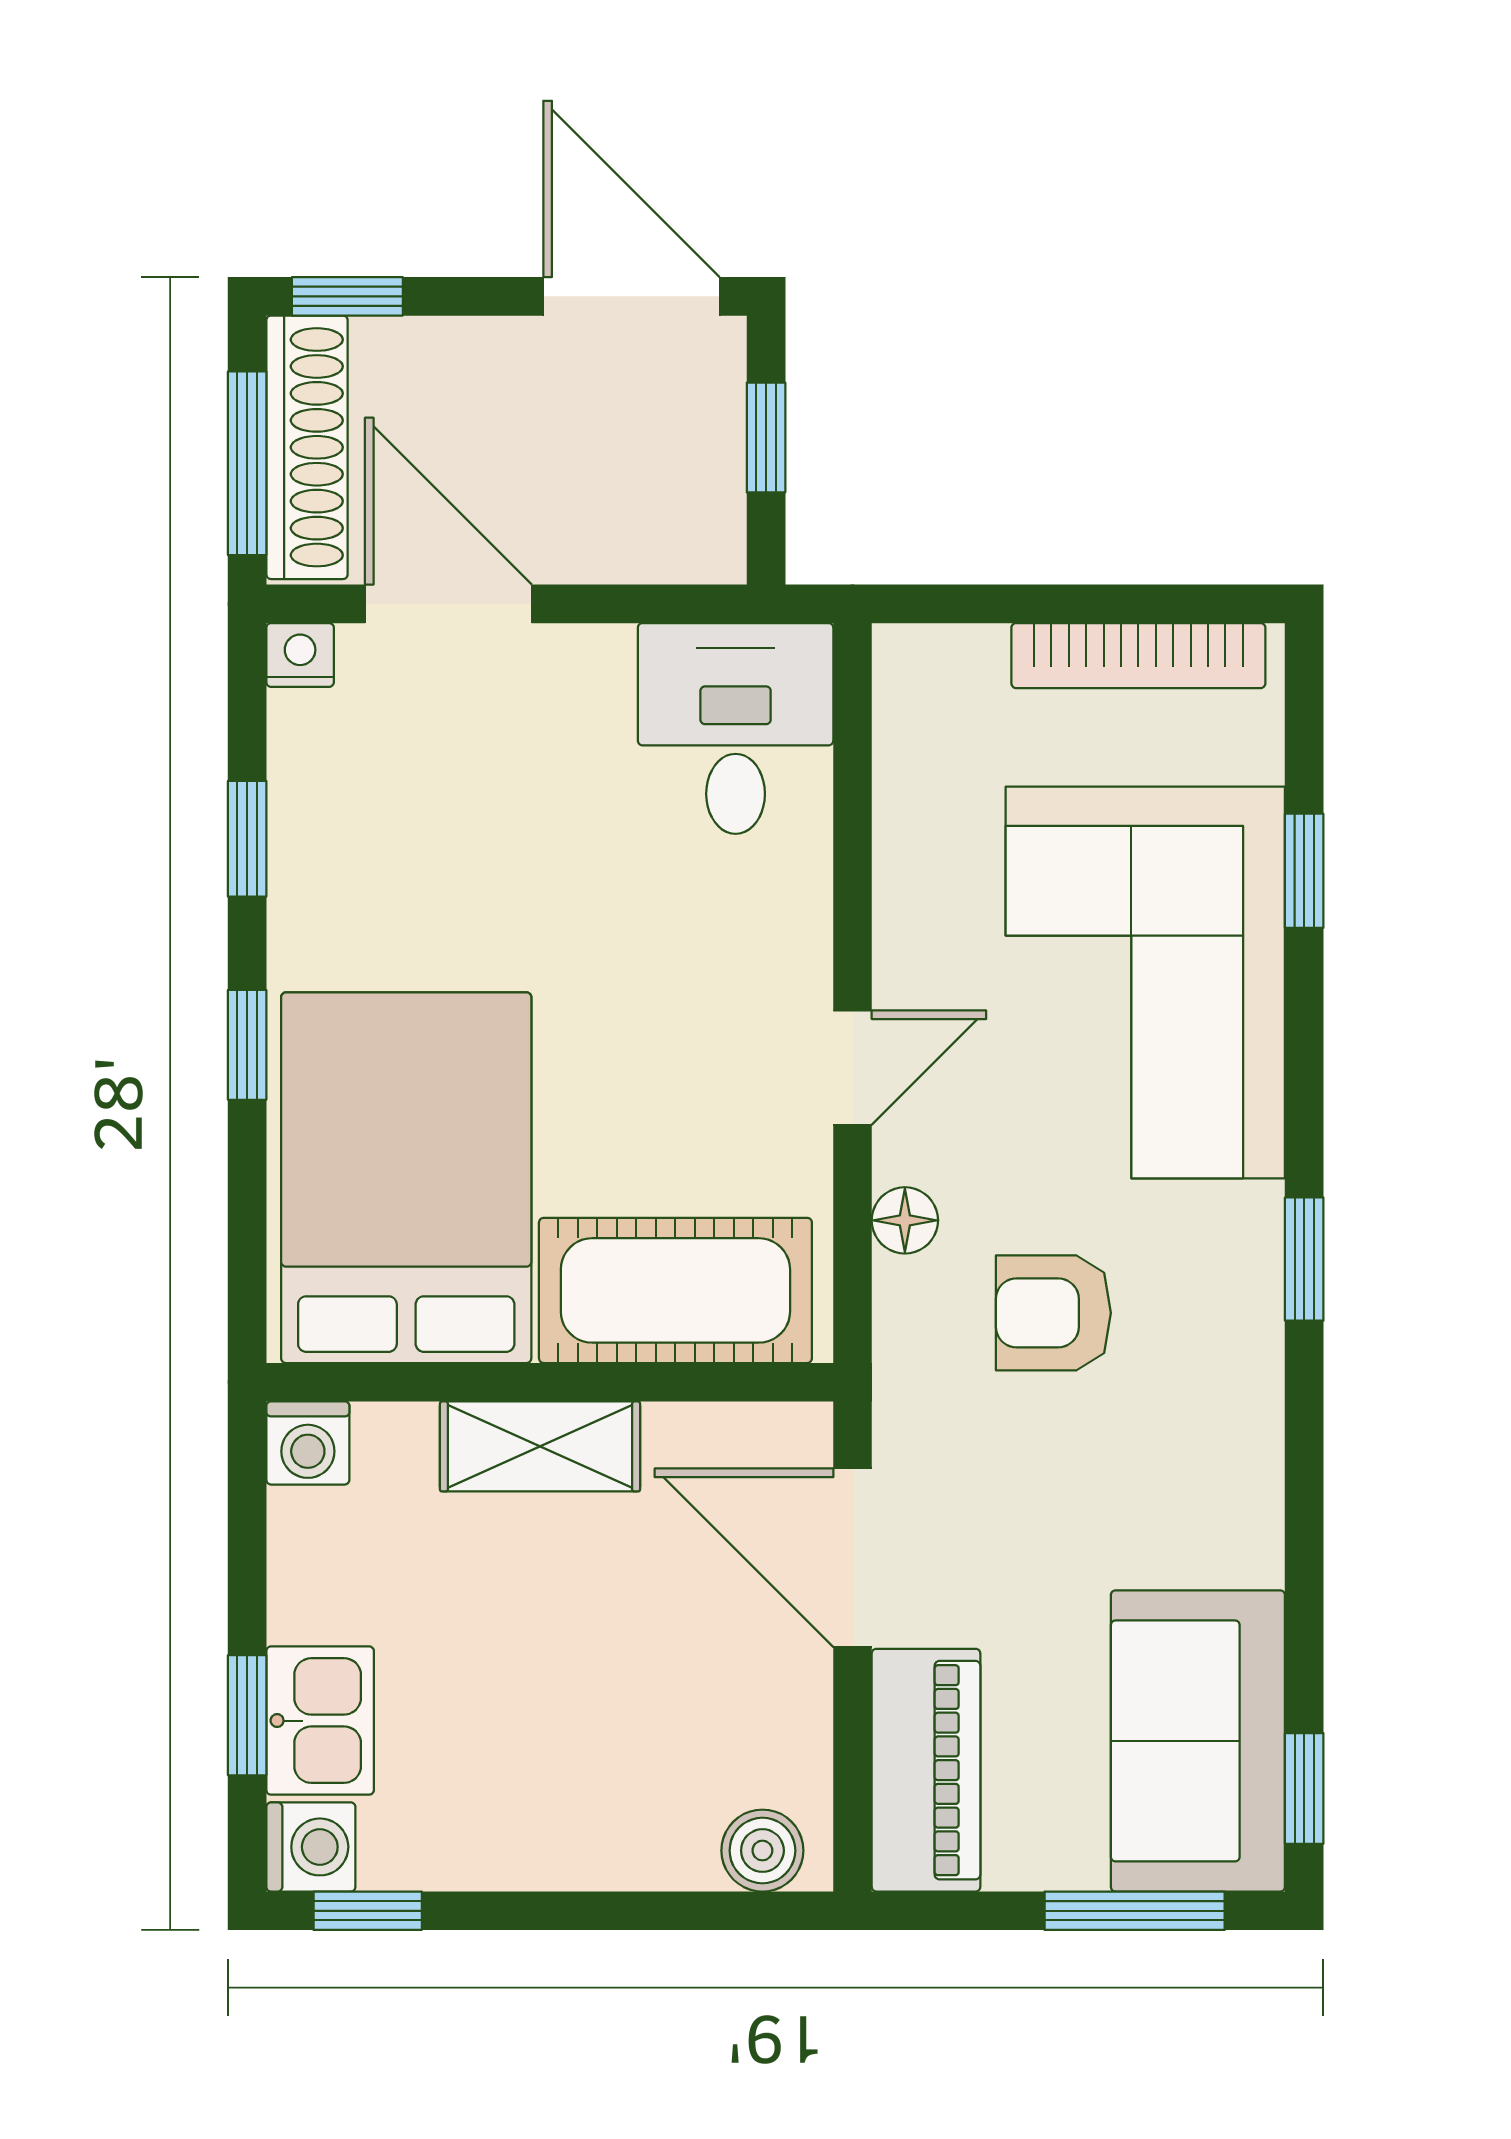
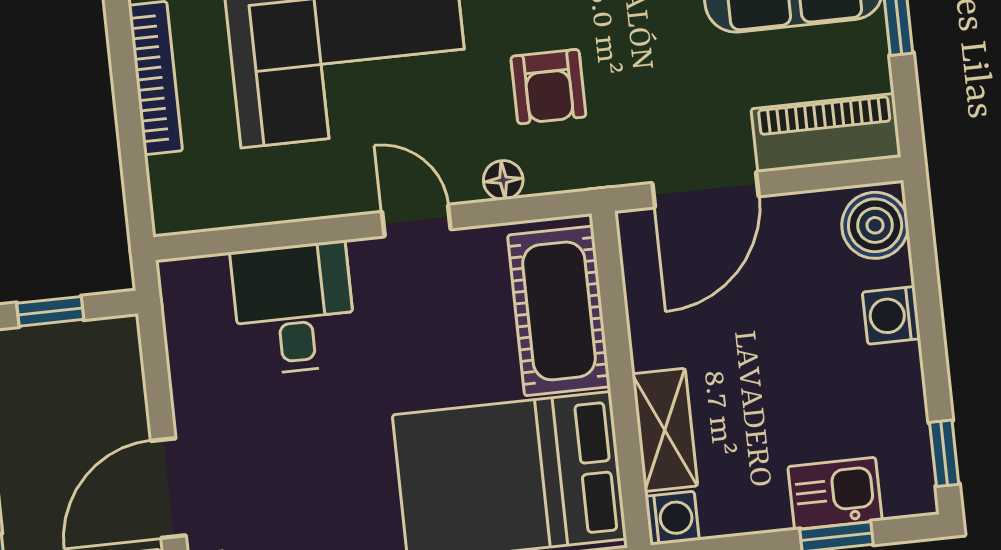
desk: (736, 728) -> (294, 308), moved, turned 90
shelving: (540, 1446) -> (665, 430), moved
washing machine: (311, 1847) -> (891, 315), moved, turned -90
boiler: (762, 1851) -> (875, 225), width x1.36, depth x1.36

